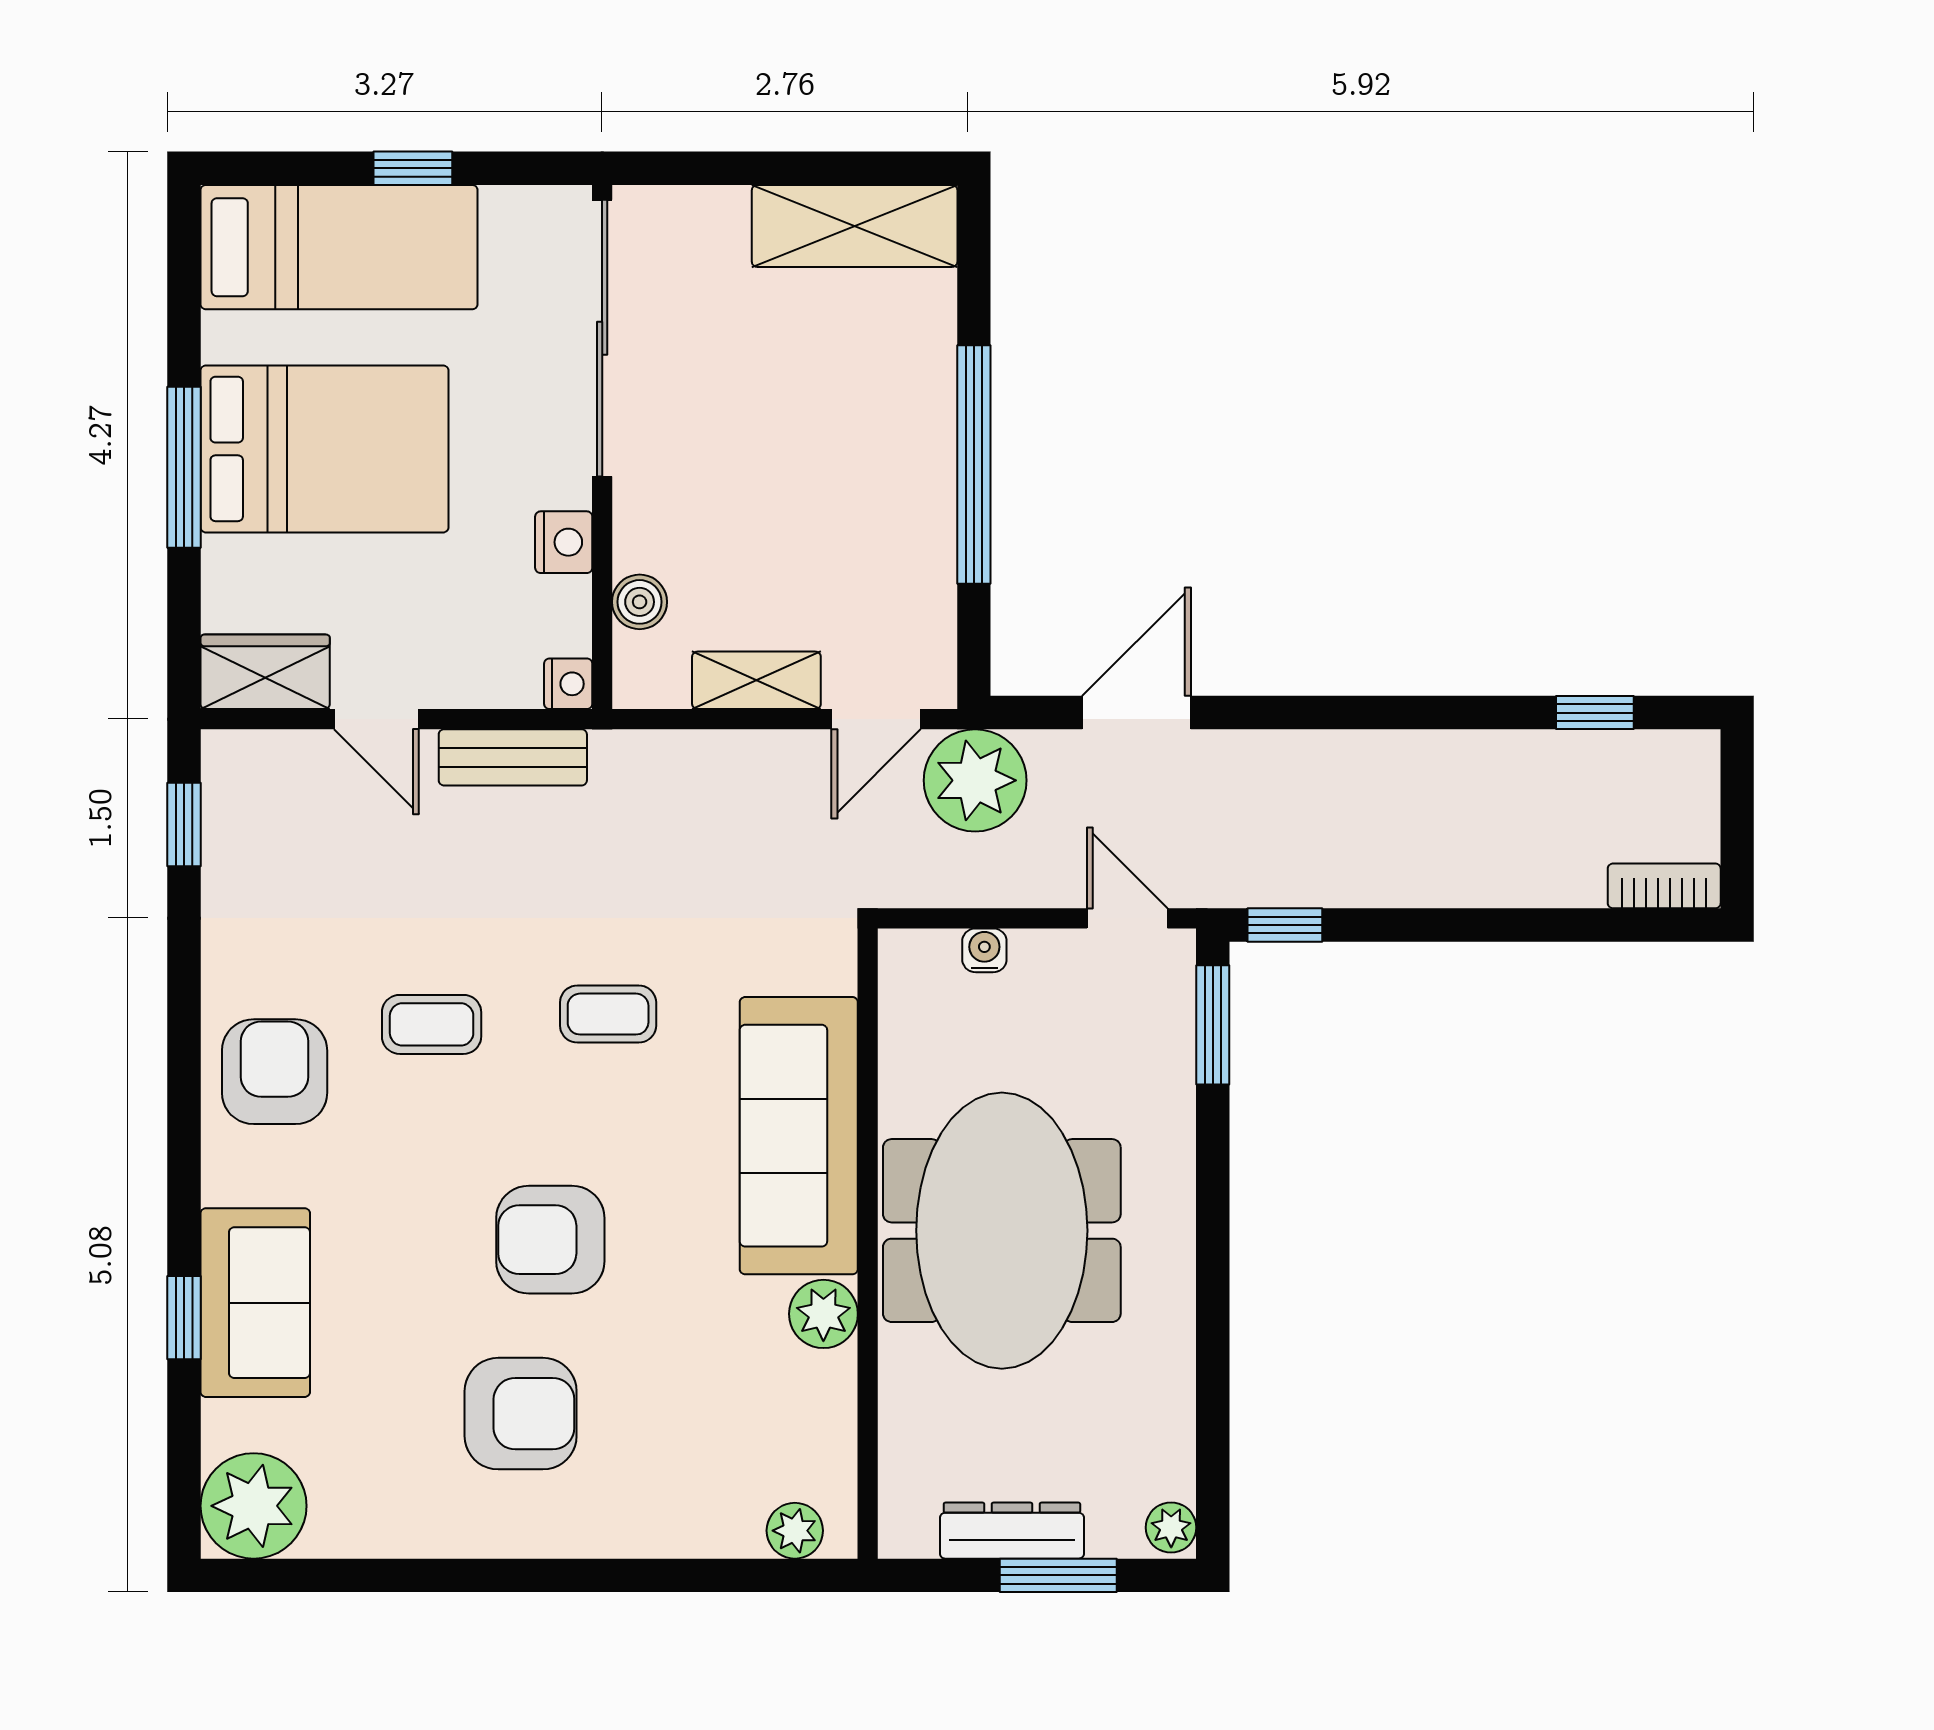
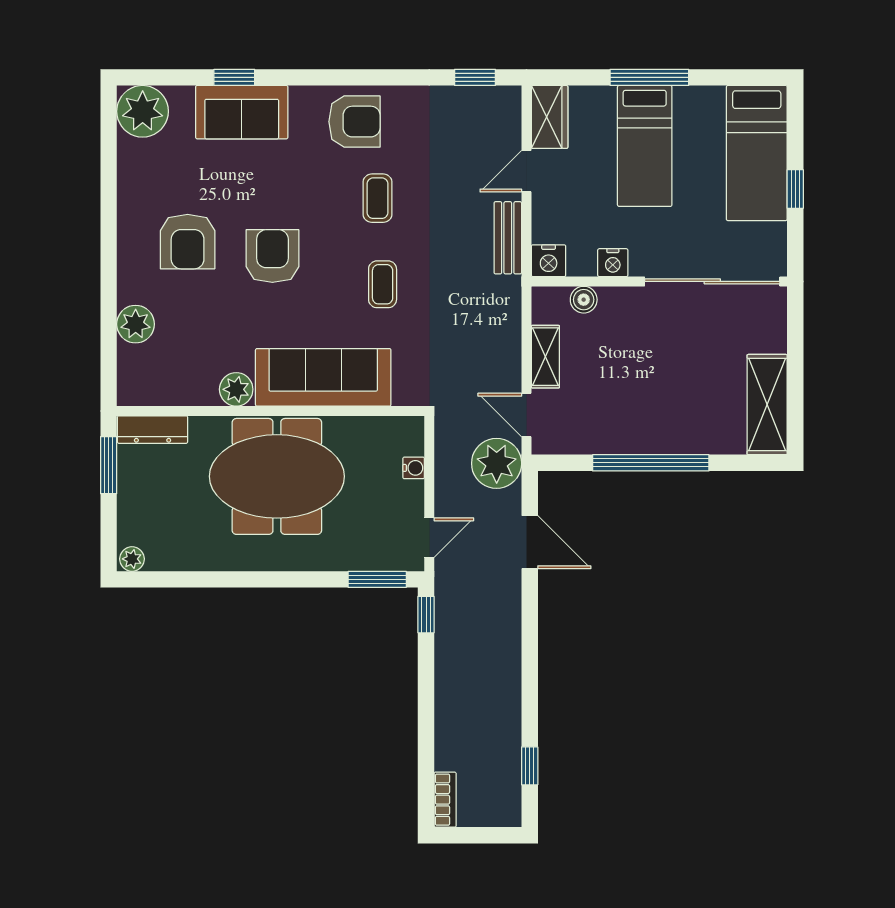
bed: (325, 449) -> (645, 146), width x0.67
nightstand: (568, 684) -> (549, 261), width x1.39, depth x1.35
plant: (795, 1531) -> (136, 324), moved, width x1.38, depth x1.38
dresser: (1012, 1531) -> (153, 430), moved, turned 90
window: (1058, 1575) -> (109, 465), moved

